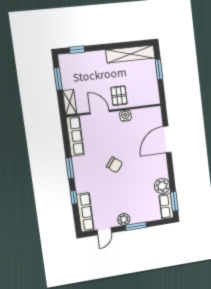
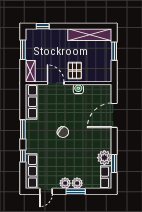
window: (174, 201) -> (114, 163), moved
plant: (137, 217) -> (77, 183), added

